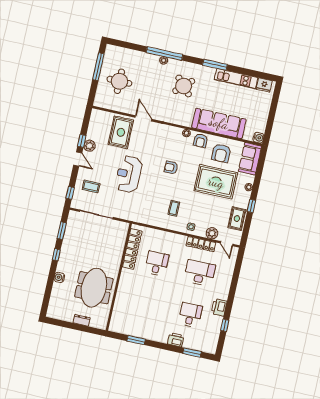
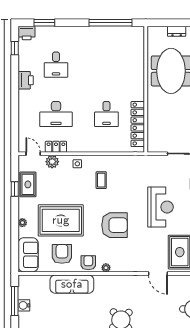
window: (270, 122) -> (15, 301), added
sofa: (219, 123) -> (72, 284), width x0.74, depth x0.79
water cooler: (258, 138) -> (24, 305), moved
armchair: (171, 168) -> (115, 225), width x1.88, depth x1.88
window: (251, 206) -> (15, 189), moved
locker: (201, 244) -> (56, 147), width x0.66
window: (225, 325) -> (15, 48), moved
window: (136, 340) -> (110, 23), width x2.11
printer: (176, 340) -> (27, 33), moved

